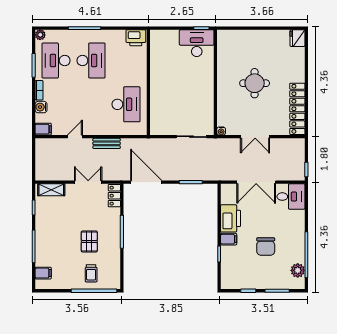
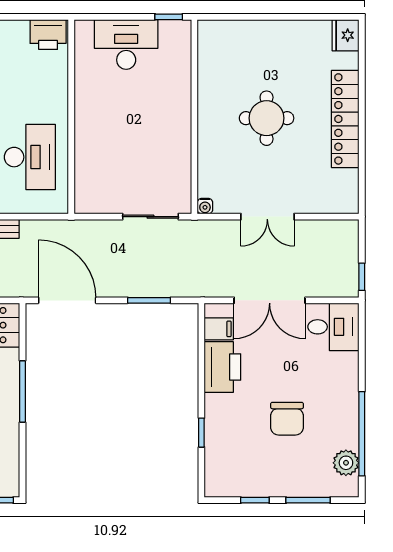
desk: (197, 43) -> (126, 44), moved
locker: (297, 109) -> (345, 119), moved
filing cabinet: (229, 239) -> (219, 329), moved

